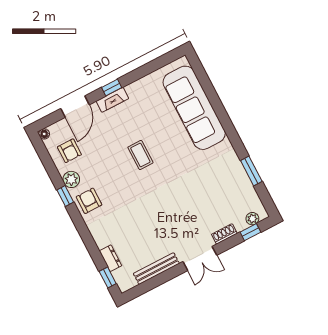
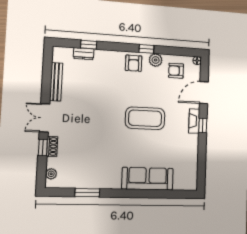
door: (75, 107) -> (204, 93), hinge flipped
sofa: (194, 108) -> (148, 179), width x0.74, depth x0.79
coffee table: (140, 155) -> (145, 118), width x1.86, depth x1.72
armchair: (89, 201) -> (134, 63), turned 90
window: (250, 232) -> (43, 147), moved
window: (108, 278) -> (89, 45), moved

